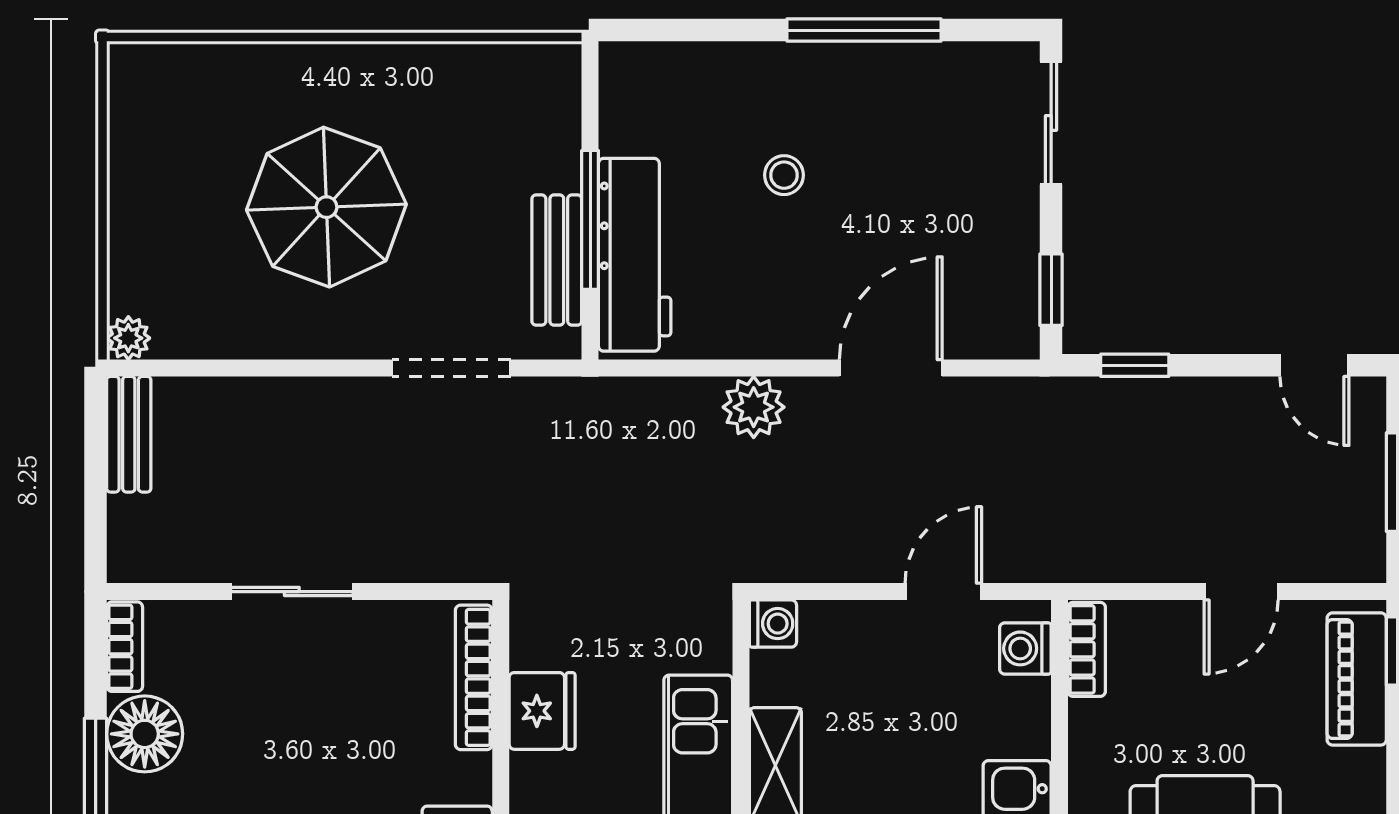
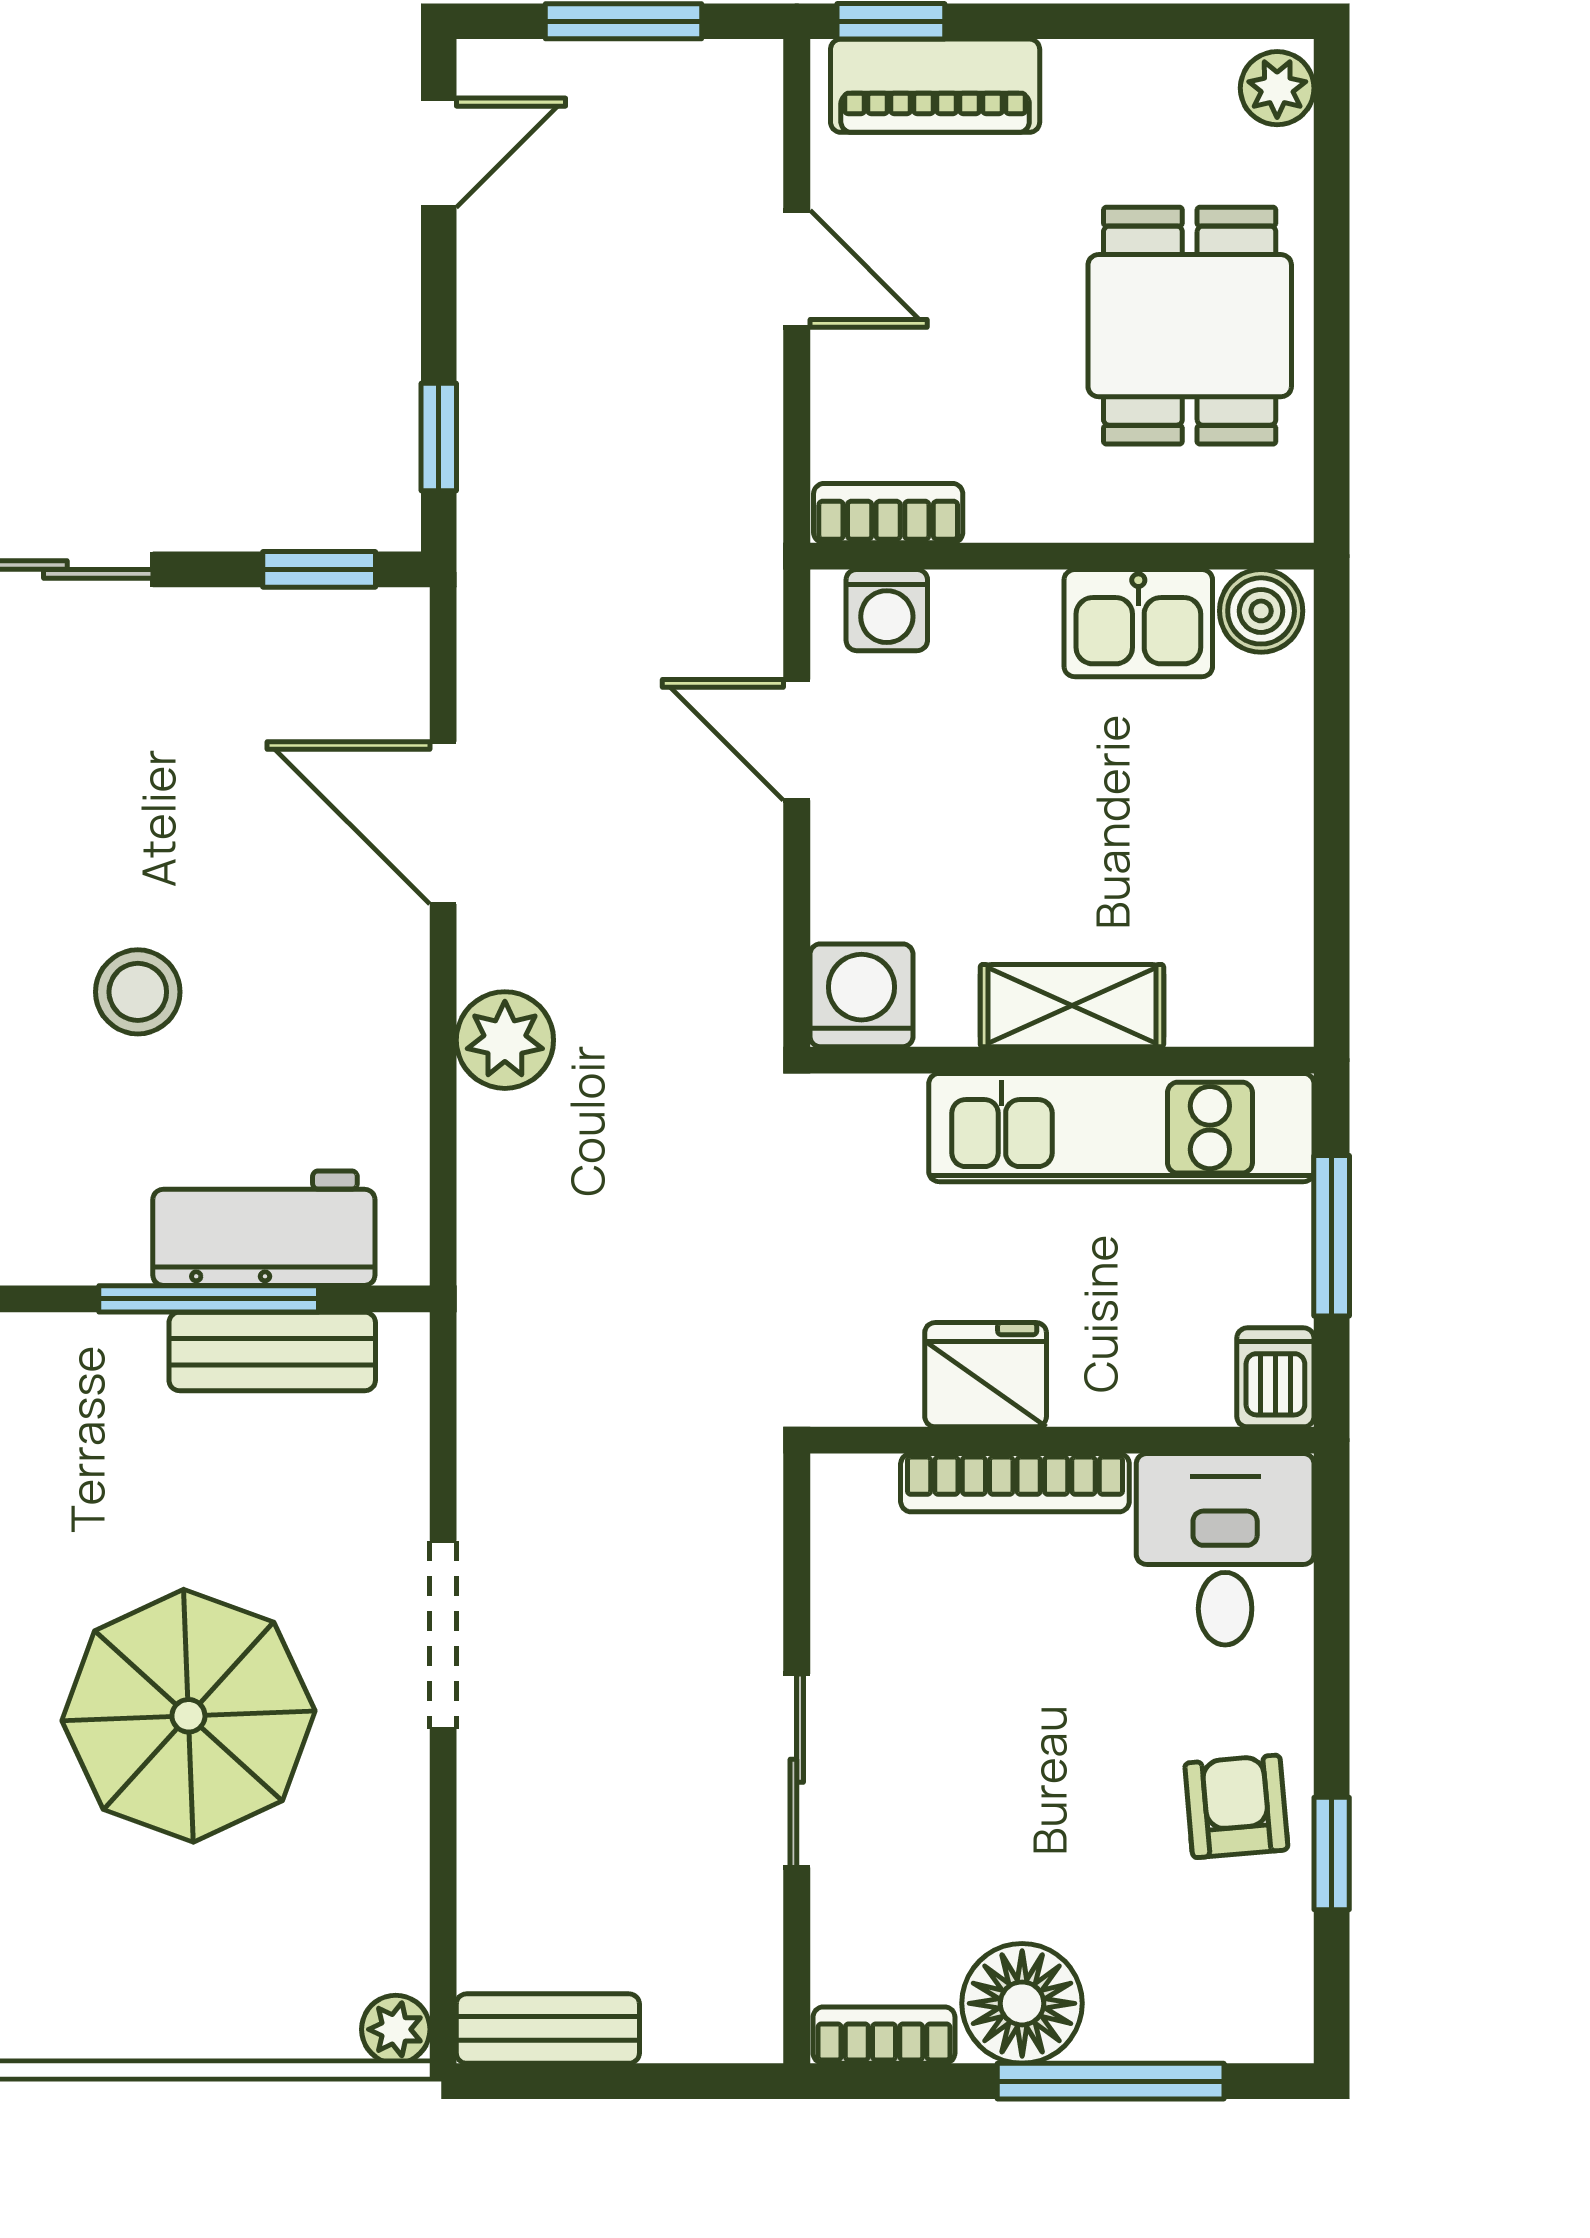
stool: (784, 175) -> (138, 992), width x1.37, depth x1.37
workbench: (635, 255) -> (264, 1228), width x0.73
doorway: (451, 368) -> (443, 1635), moved
washing machine: (773, 624) -> (861, 995), width x1.38, depth x1.38
bookcase: (474, 677) -> (1015, 1483), moved

